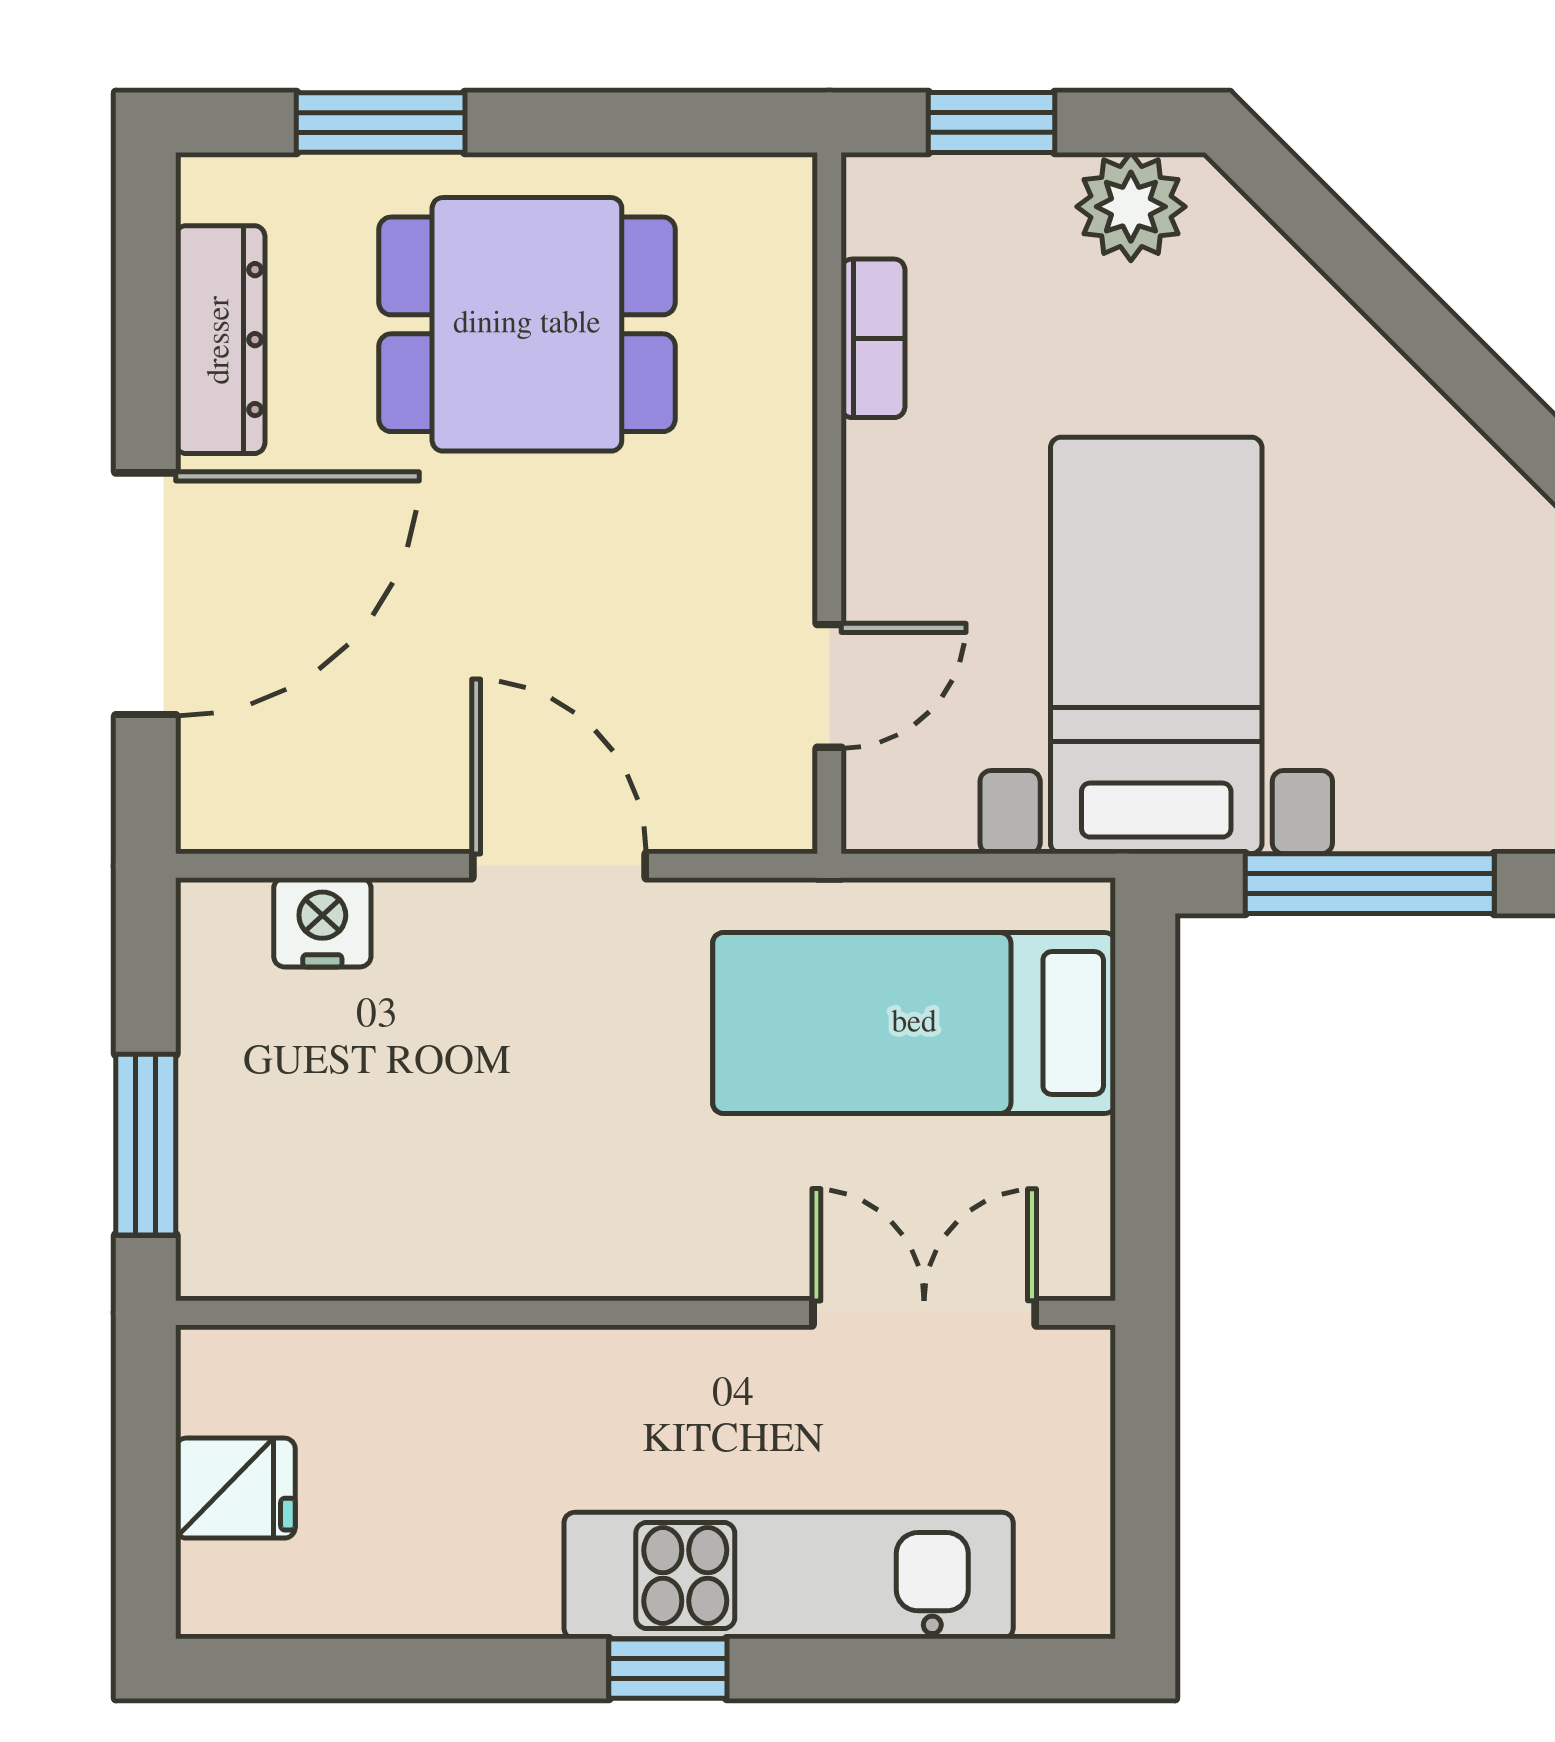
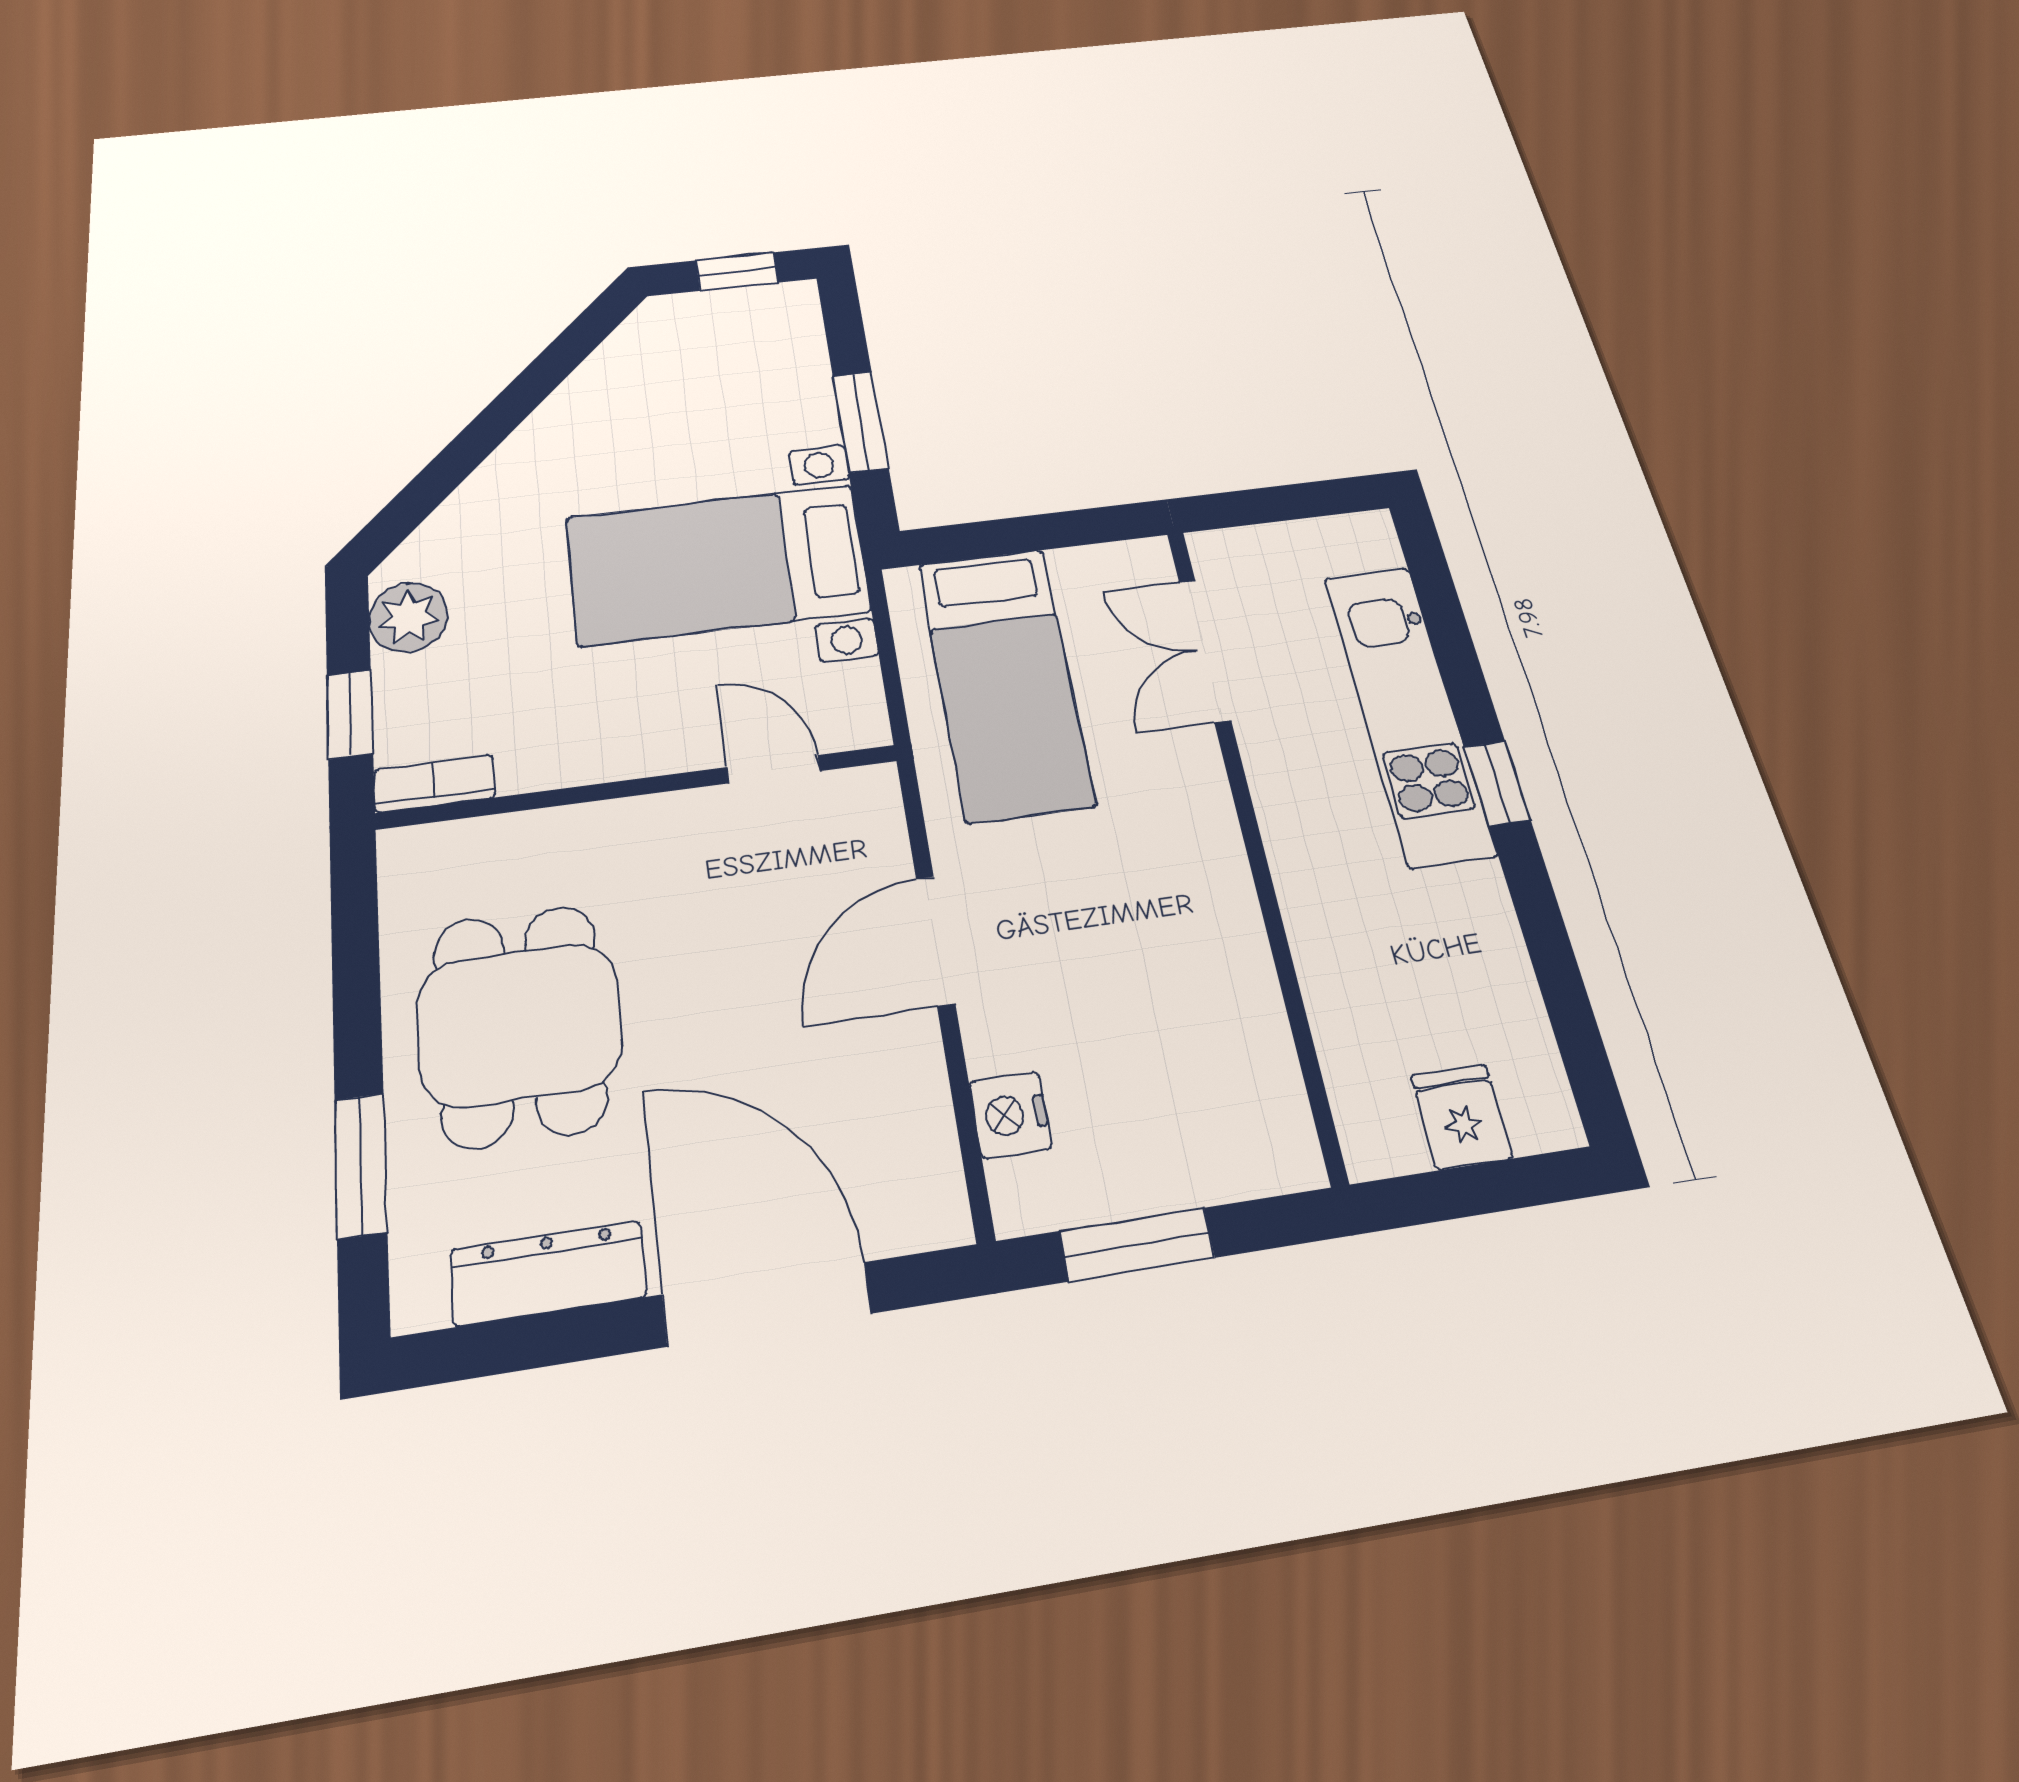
bookcase: (873, 338) -> (434, 784), moved
window: (1370, 884) -> (860, 422), width x0.69
window: (146, 1145) -> (1137, 1244), moved

